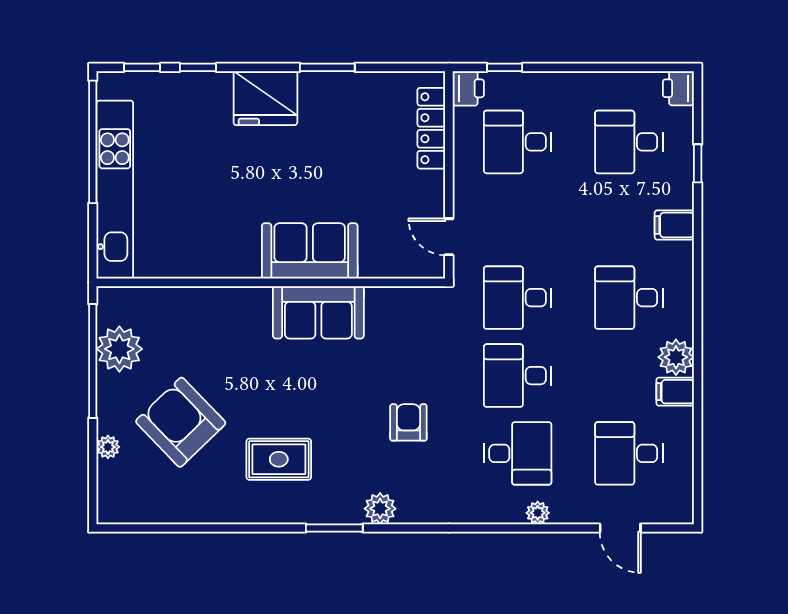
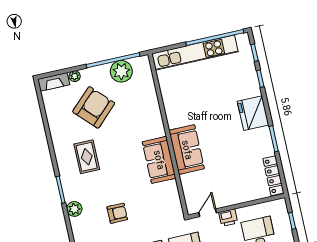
printer: (468, 88) -> (228, 218), moved
locker: (431, 128) -> (273, 176), moved, turned -90
fireplace: (110, 493) -> (54, 82), added

